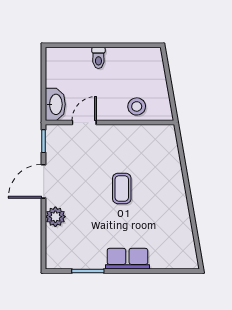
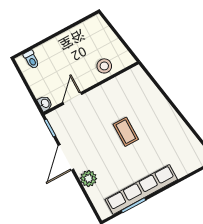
toilet: (98, 58) -> (31, 60), moved
washbasin: (55, 104) -> (45, 103), width x0.52, depth x0.69
row of seats: (127, 259) -> (141, 190), width x2.02

